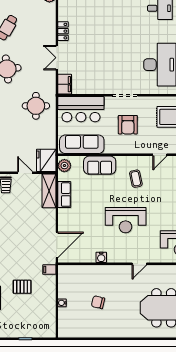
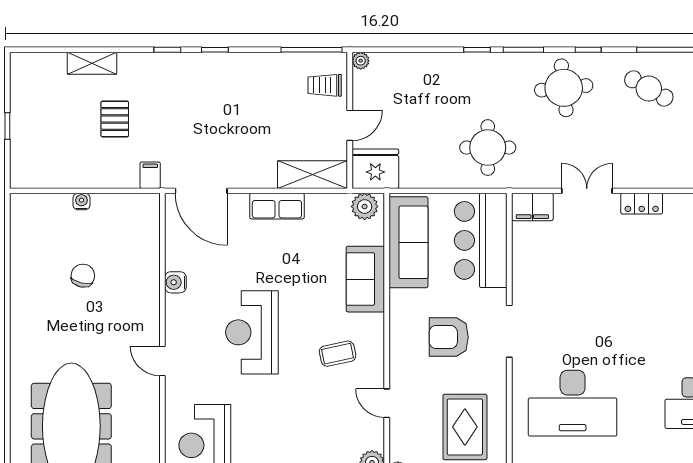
row of seats: (64, 195) -> (277, 206), moved

